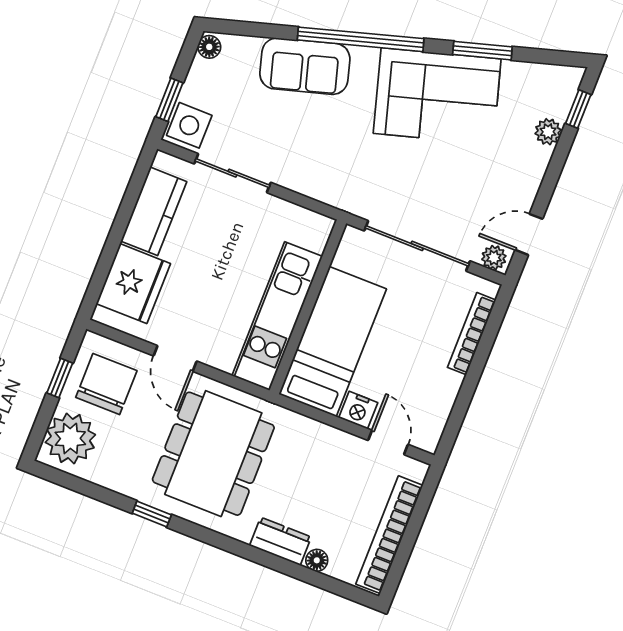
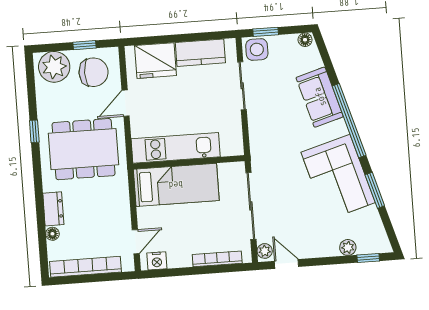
nightstand: (358, 410) -> (157, 261), moved, turned -90

